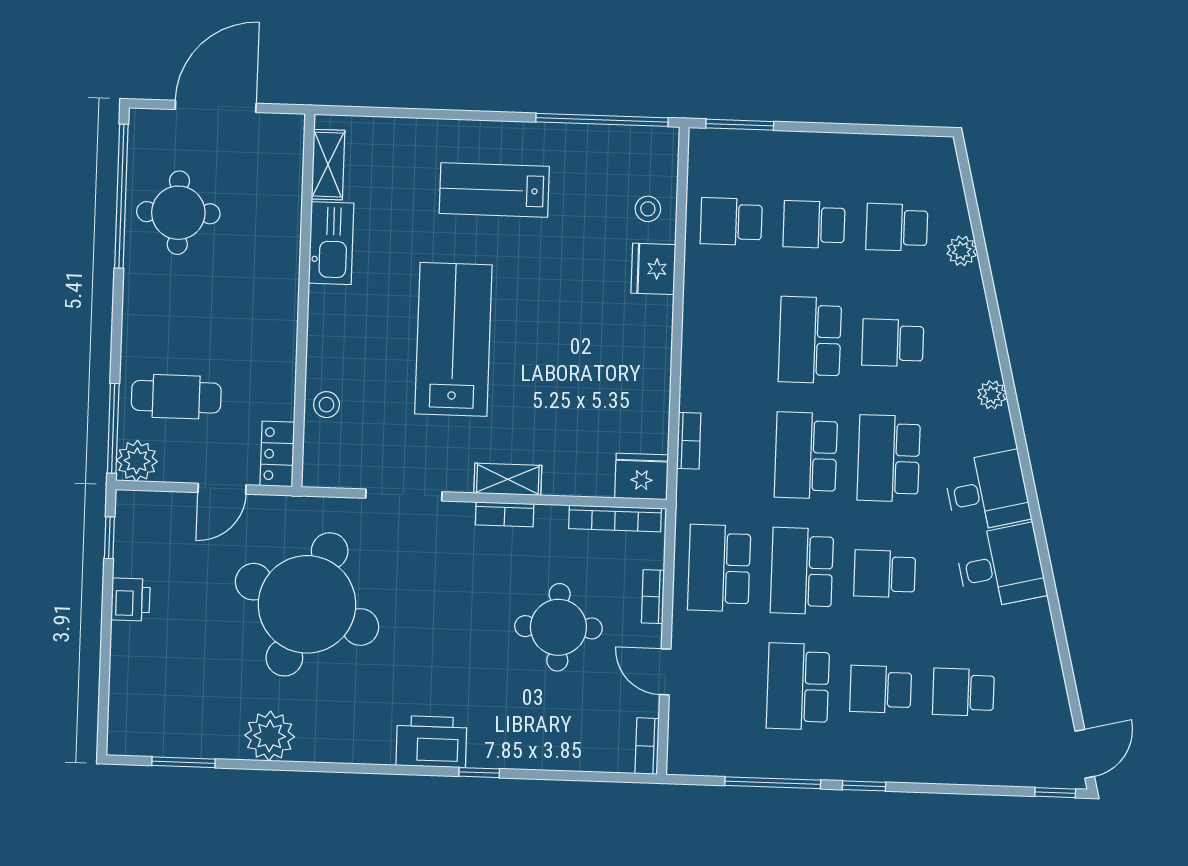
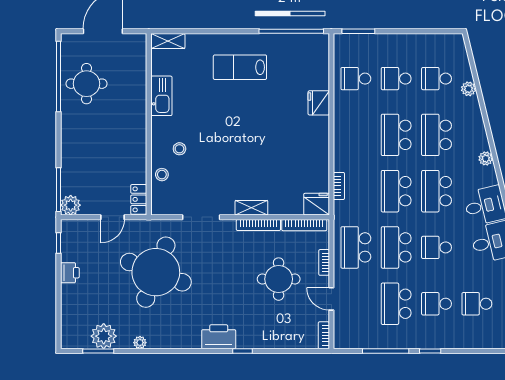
shelving: (328, 165) -> (168, 41), moved, turned 90
stool: (648, 209) -> (179, 149), moved
lab bench: (453, 339) -> (223, 141), removed
school desk: (893, 343) -> (437, 135), width x1.85
cafe table: (176, 397) -> (89, 173), removed
bookcase: (505, 514) -> (258, 225), width x1.56
plant: (195, 732) -> (104, 336), added
plant: (270, 736) -> (140, 343), width x0.53, depth x0.53

